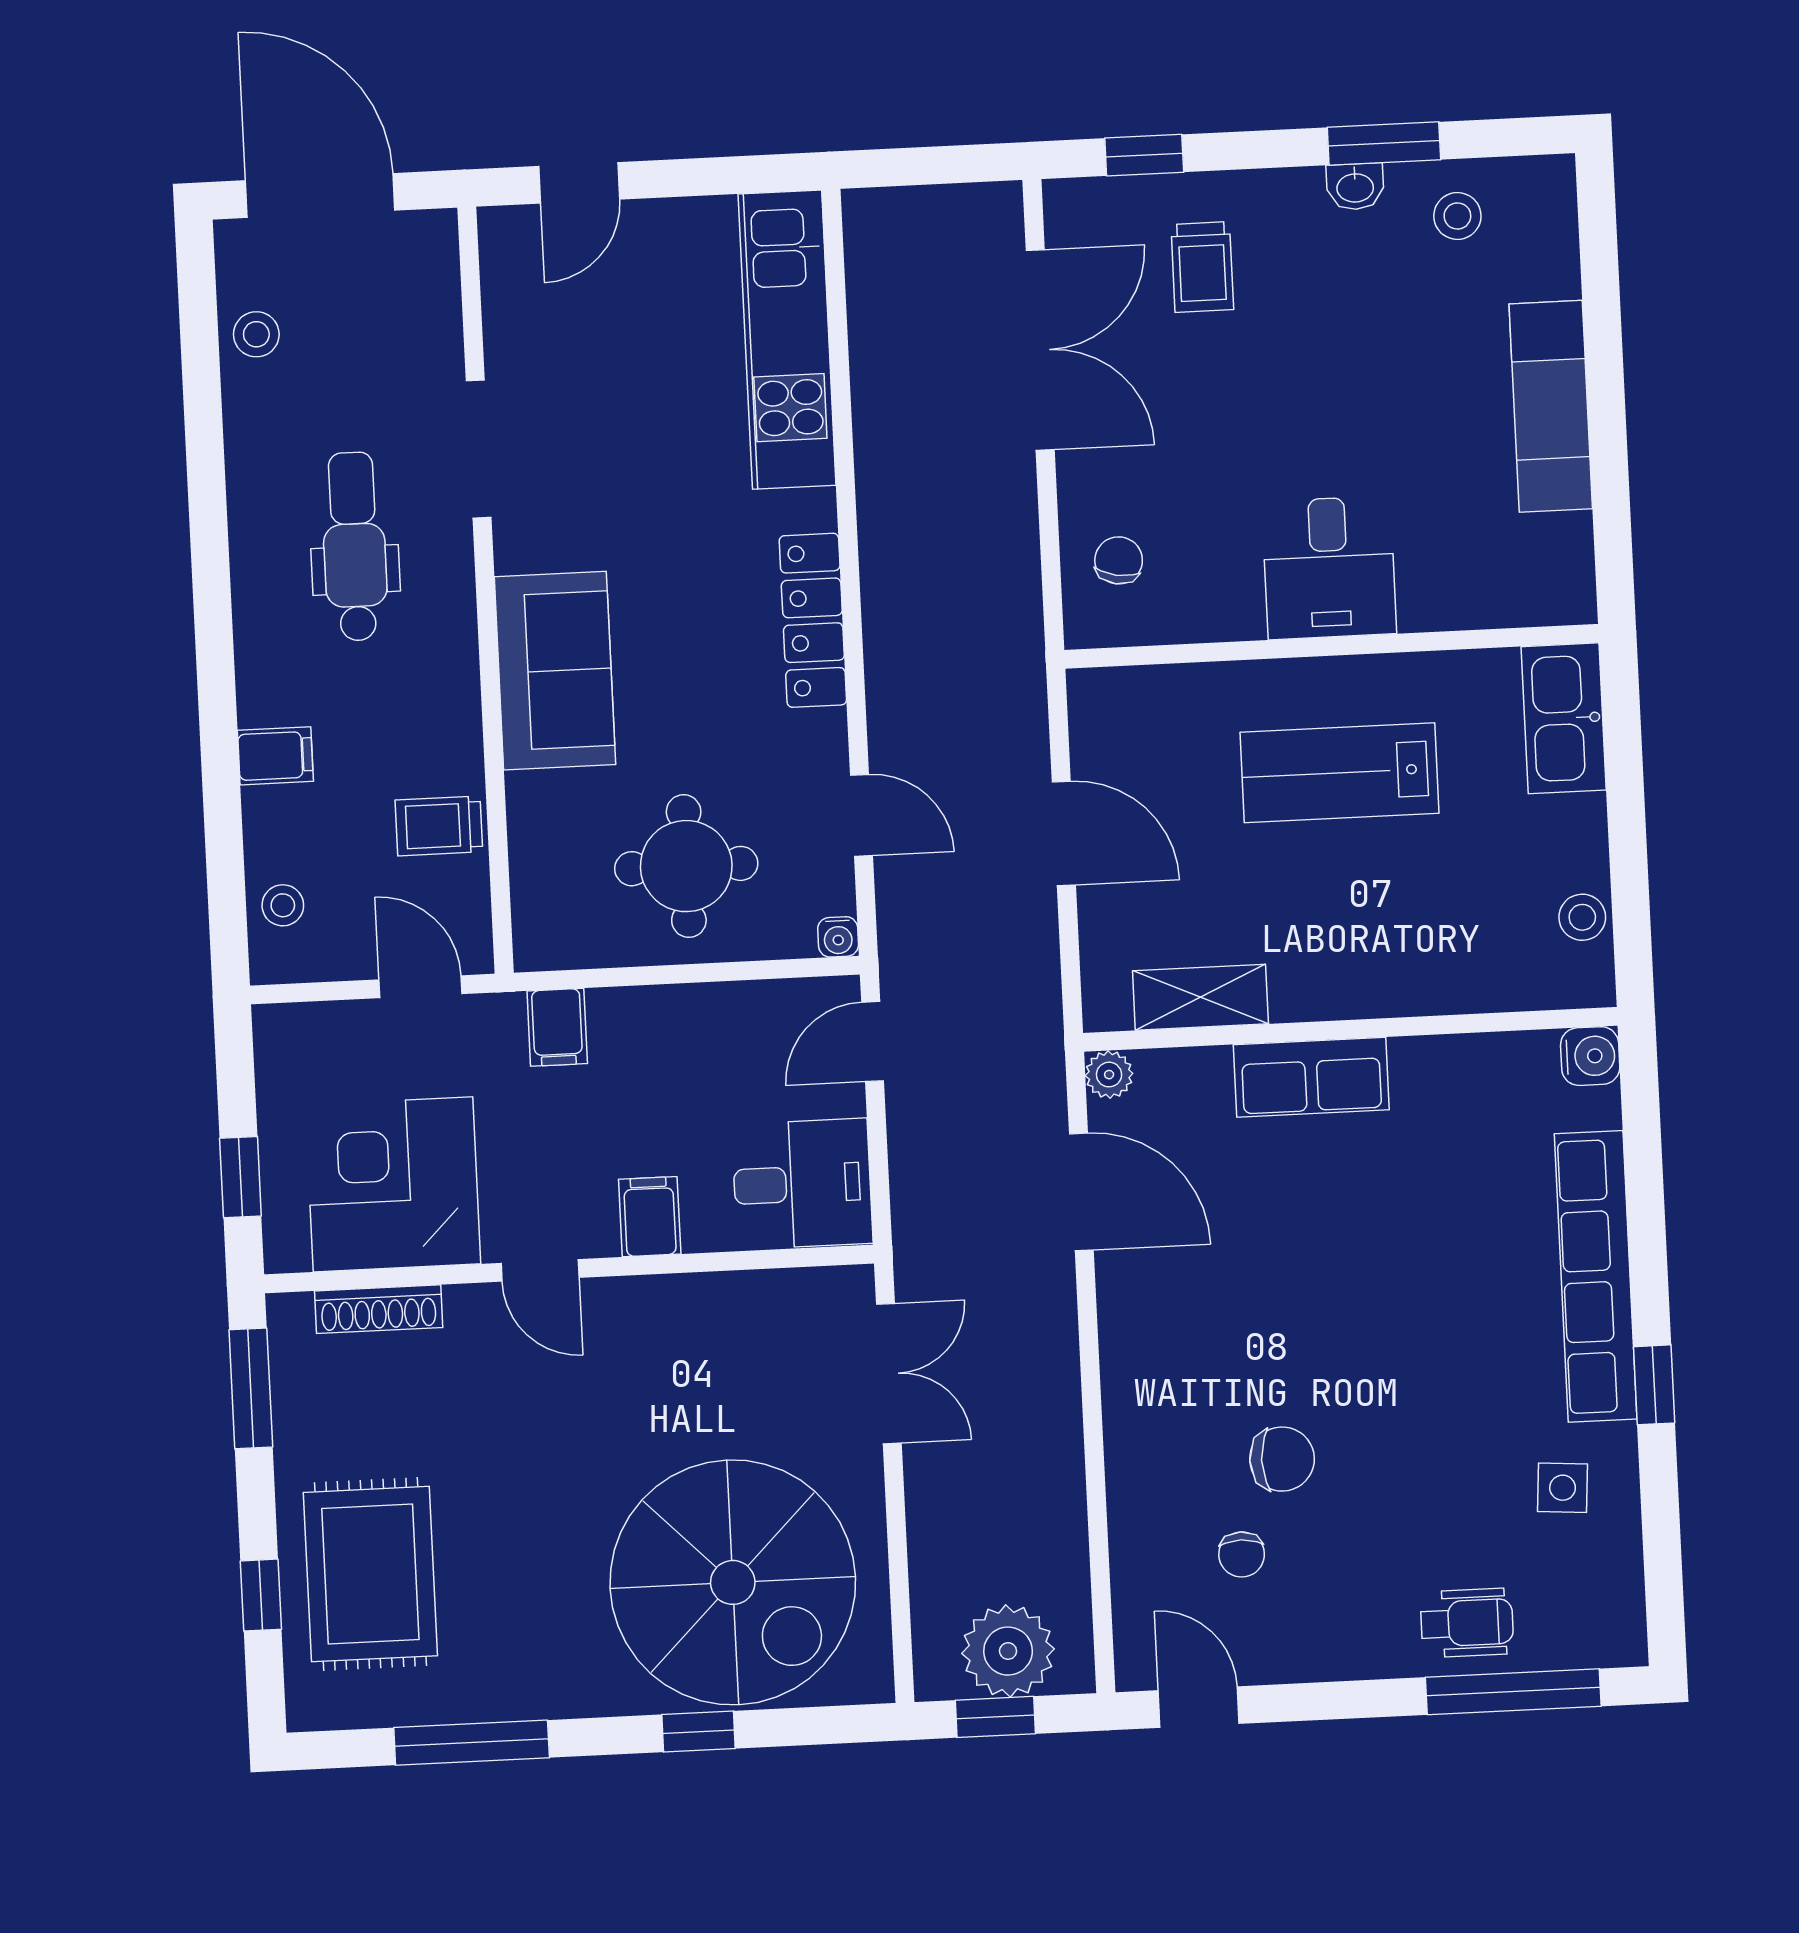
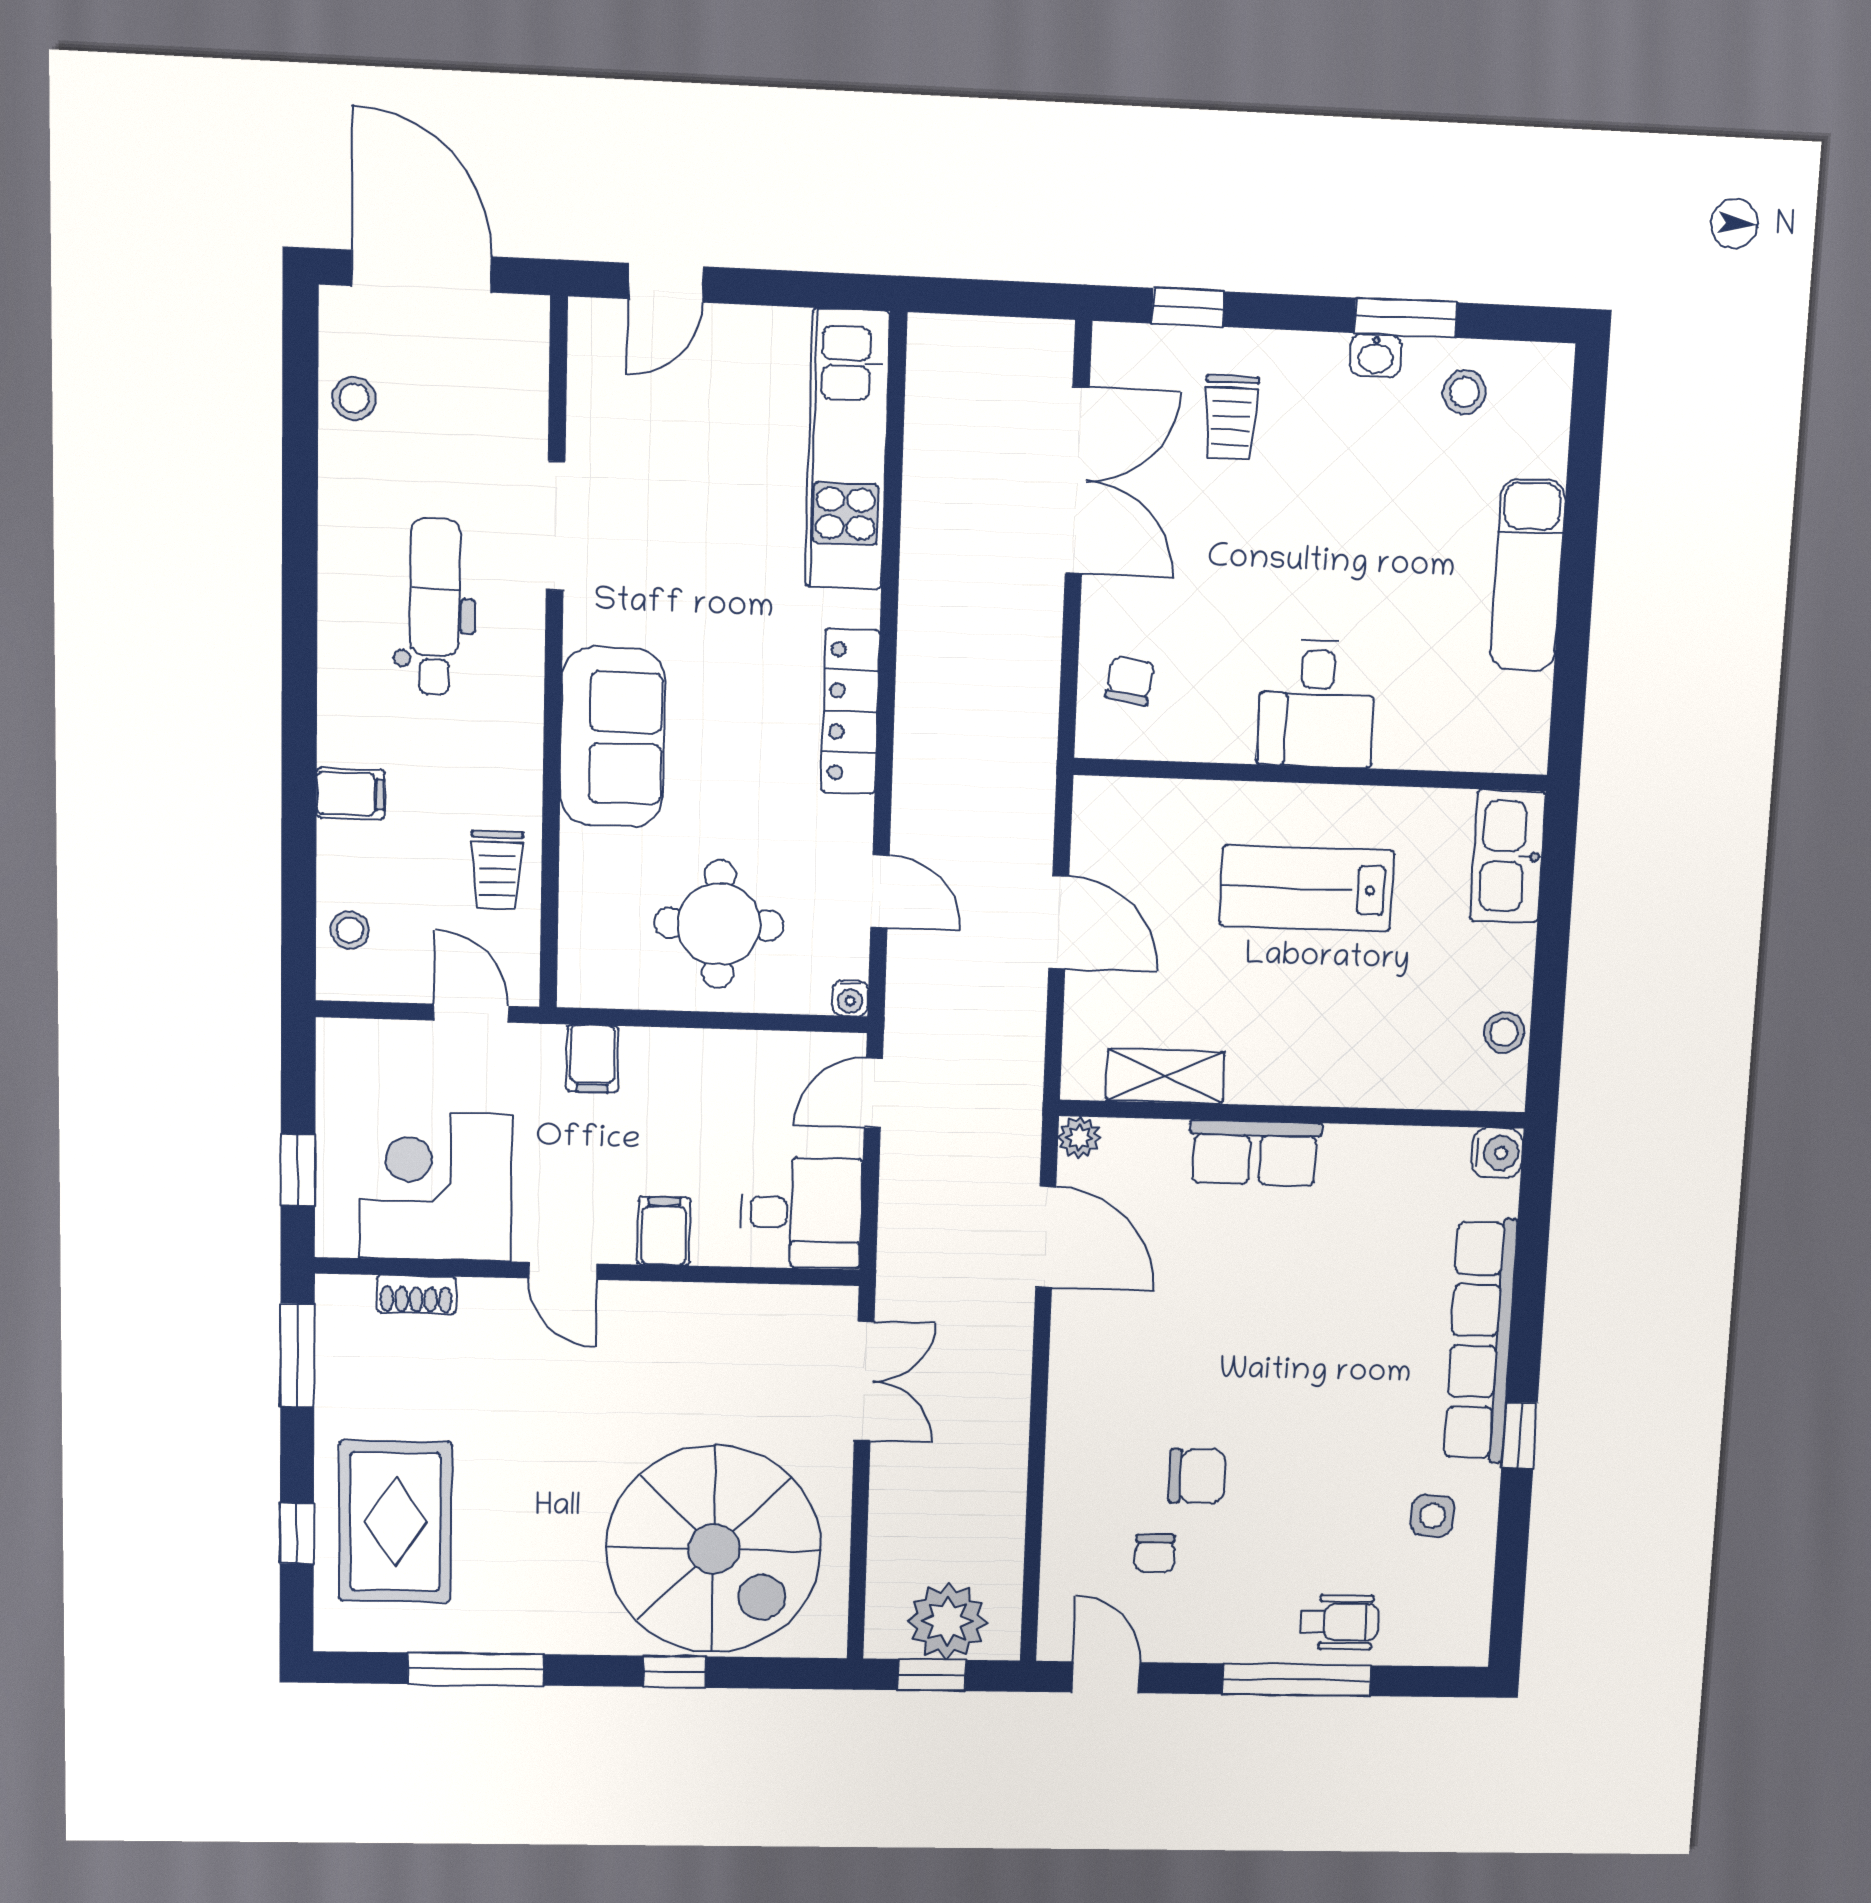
trolley: (439, 826) -> (497, 870), turned -90
shoe rack: (379, 1309) -> (416, 1295), width x0.70
window: (1513, 1692) -> (1296, 1680), moved

